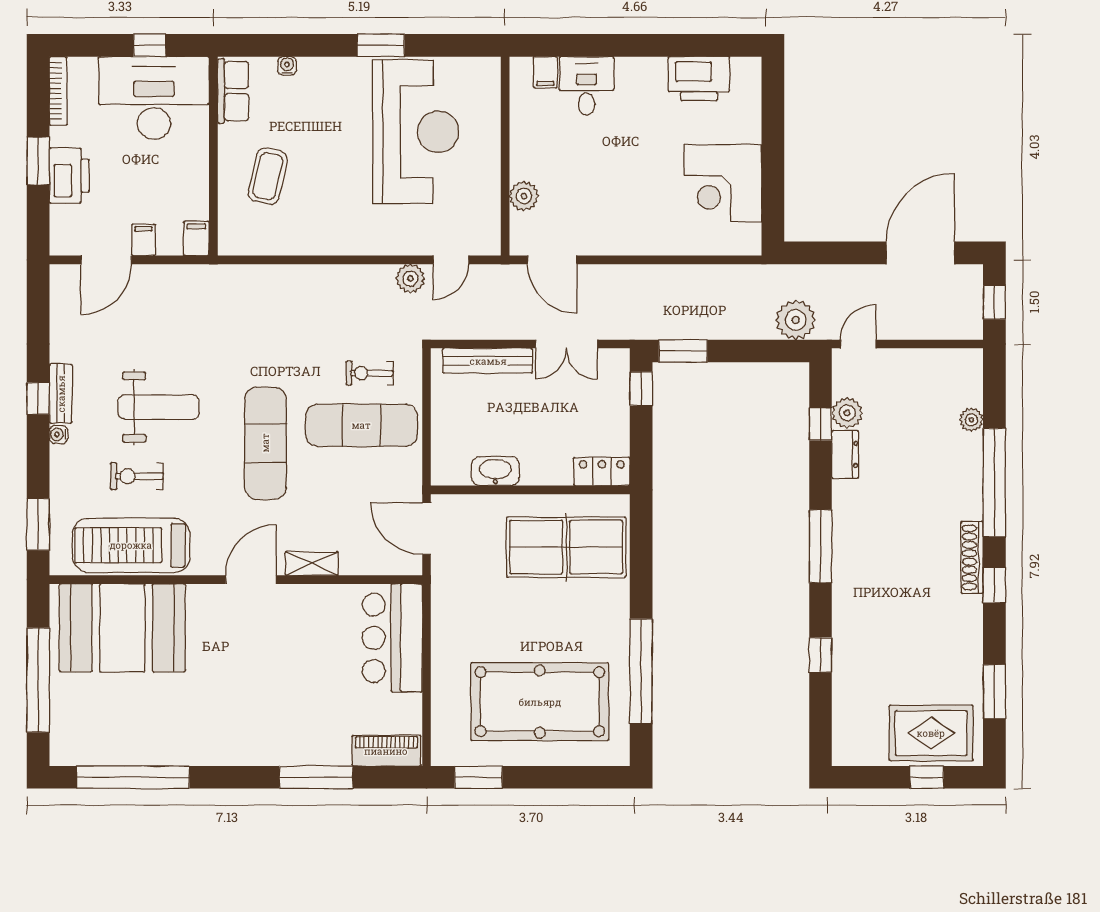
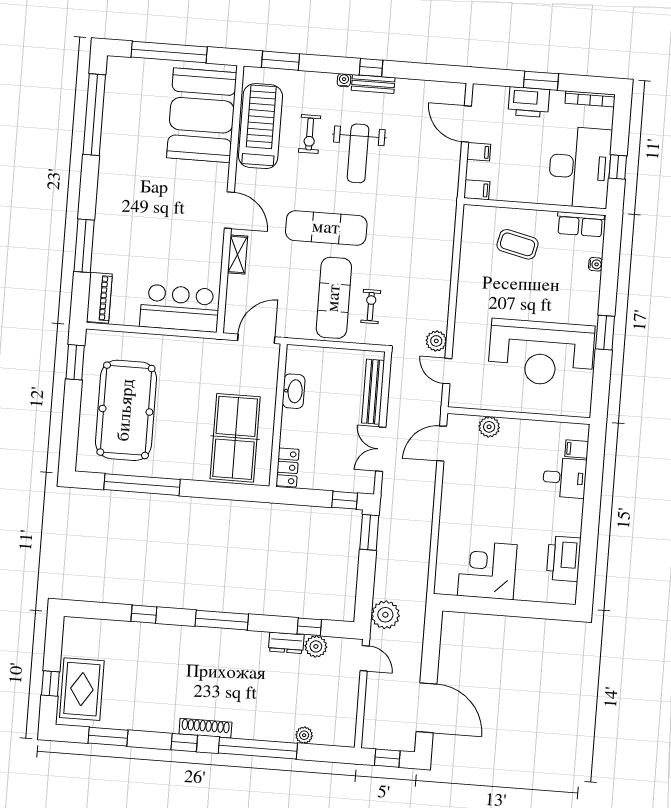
exercise bike: (137, 476) -> (310, 134), turned 180

